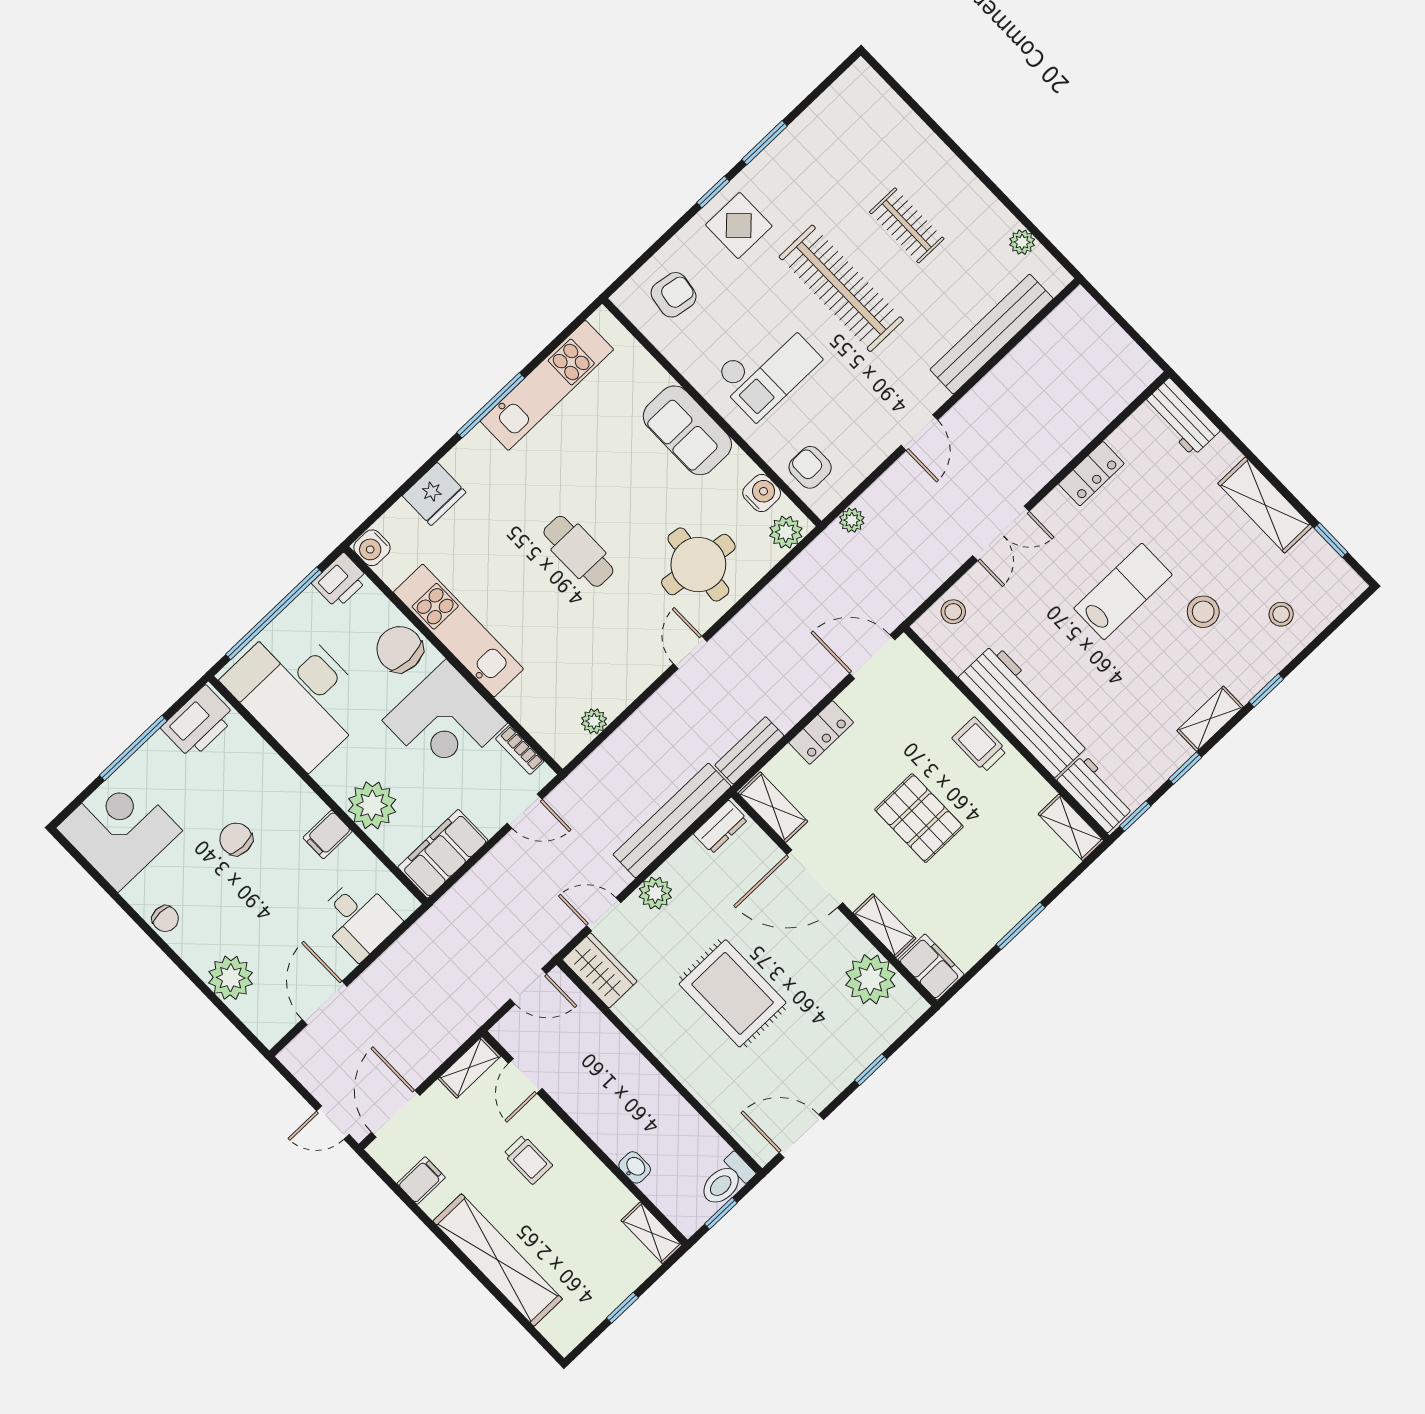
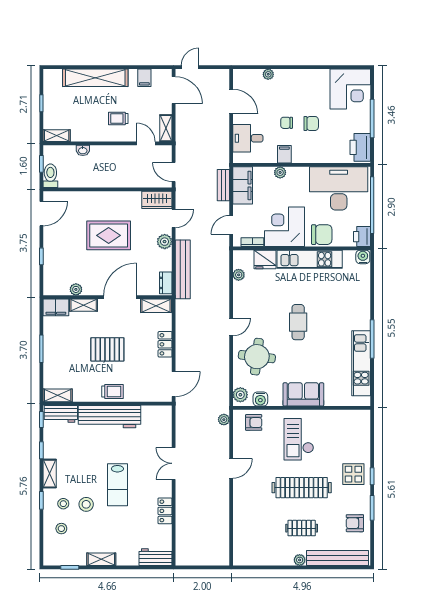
plant: (1022, 242) -> (300, 560), moved
armchair: (674, 295) -> (355, 523), moved, turned 81
bench: (992, 334) -> (337, 558), moved, turned 90
door: (919, 433) -> (231, 468), swing flipped
fridge: (434, 494) -> (265, 259), moved, turned -90
shelving: (1265, 505) -> (101, 559), width x0.67, depth x0.75
cafe table: (578, 551) -> (298, 322), turned 90
stool: (953, 612) -> (63, 504), moved
door: (690, 652) -> (231, 327), hinge flipped
bench: (749, 750) -> (223, 185), moved
plant: (372, 805) -> (280, 172), width x0.53, depth x0.53
chair: (165, 919) -> (287, 123), moved
plant: (231, 978) -> (268, 74), width x0.53, depth x0.53
plant: (870, 979) -> (76, 289), width x0.53, depth x0.53
door: (528, 986) -> (174, 172), hinge flipped

